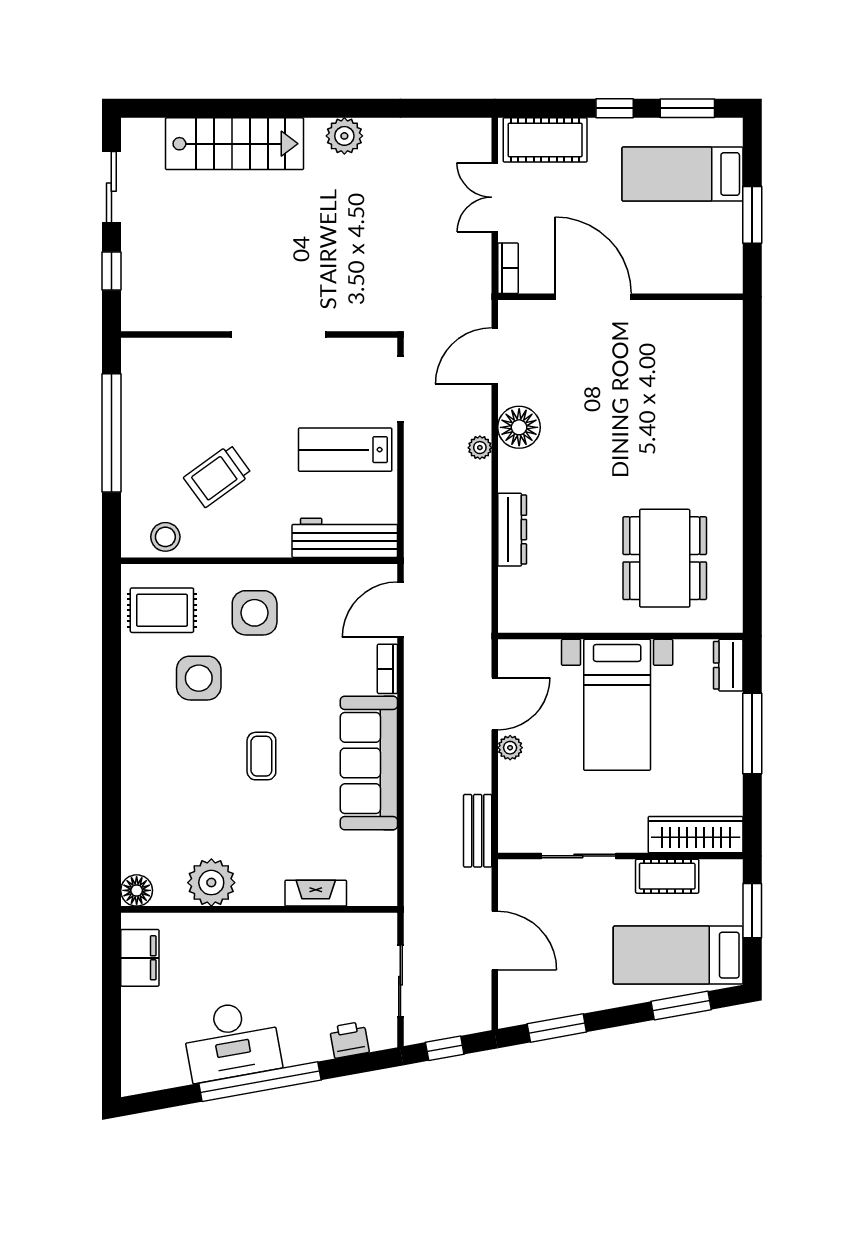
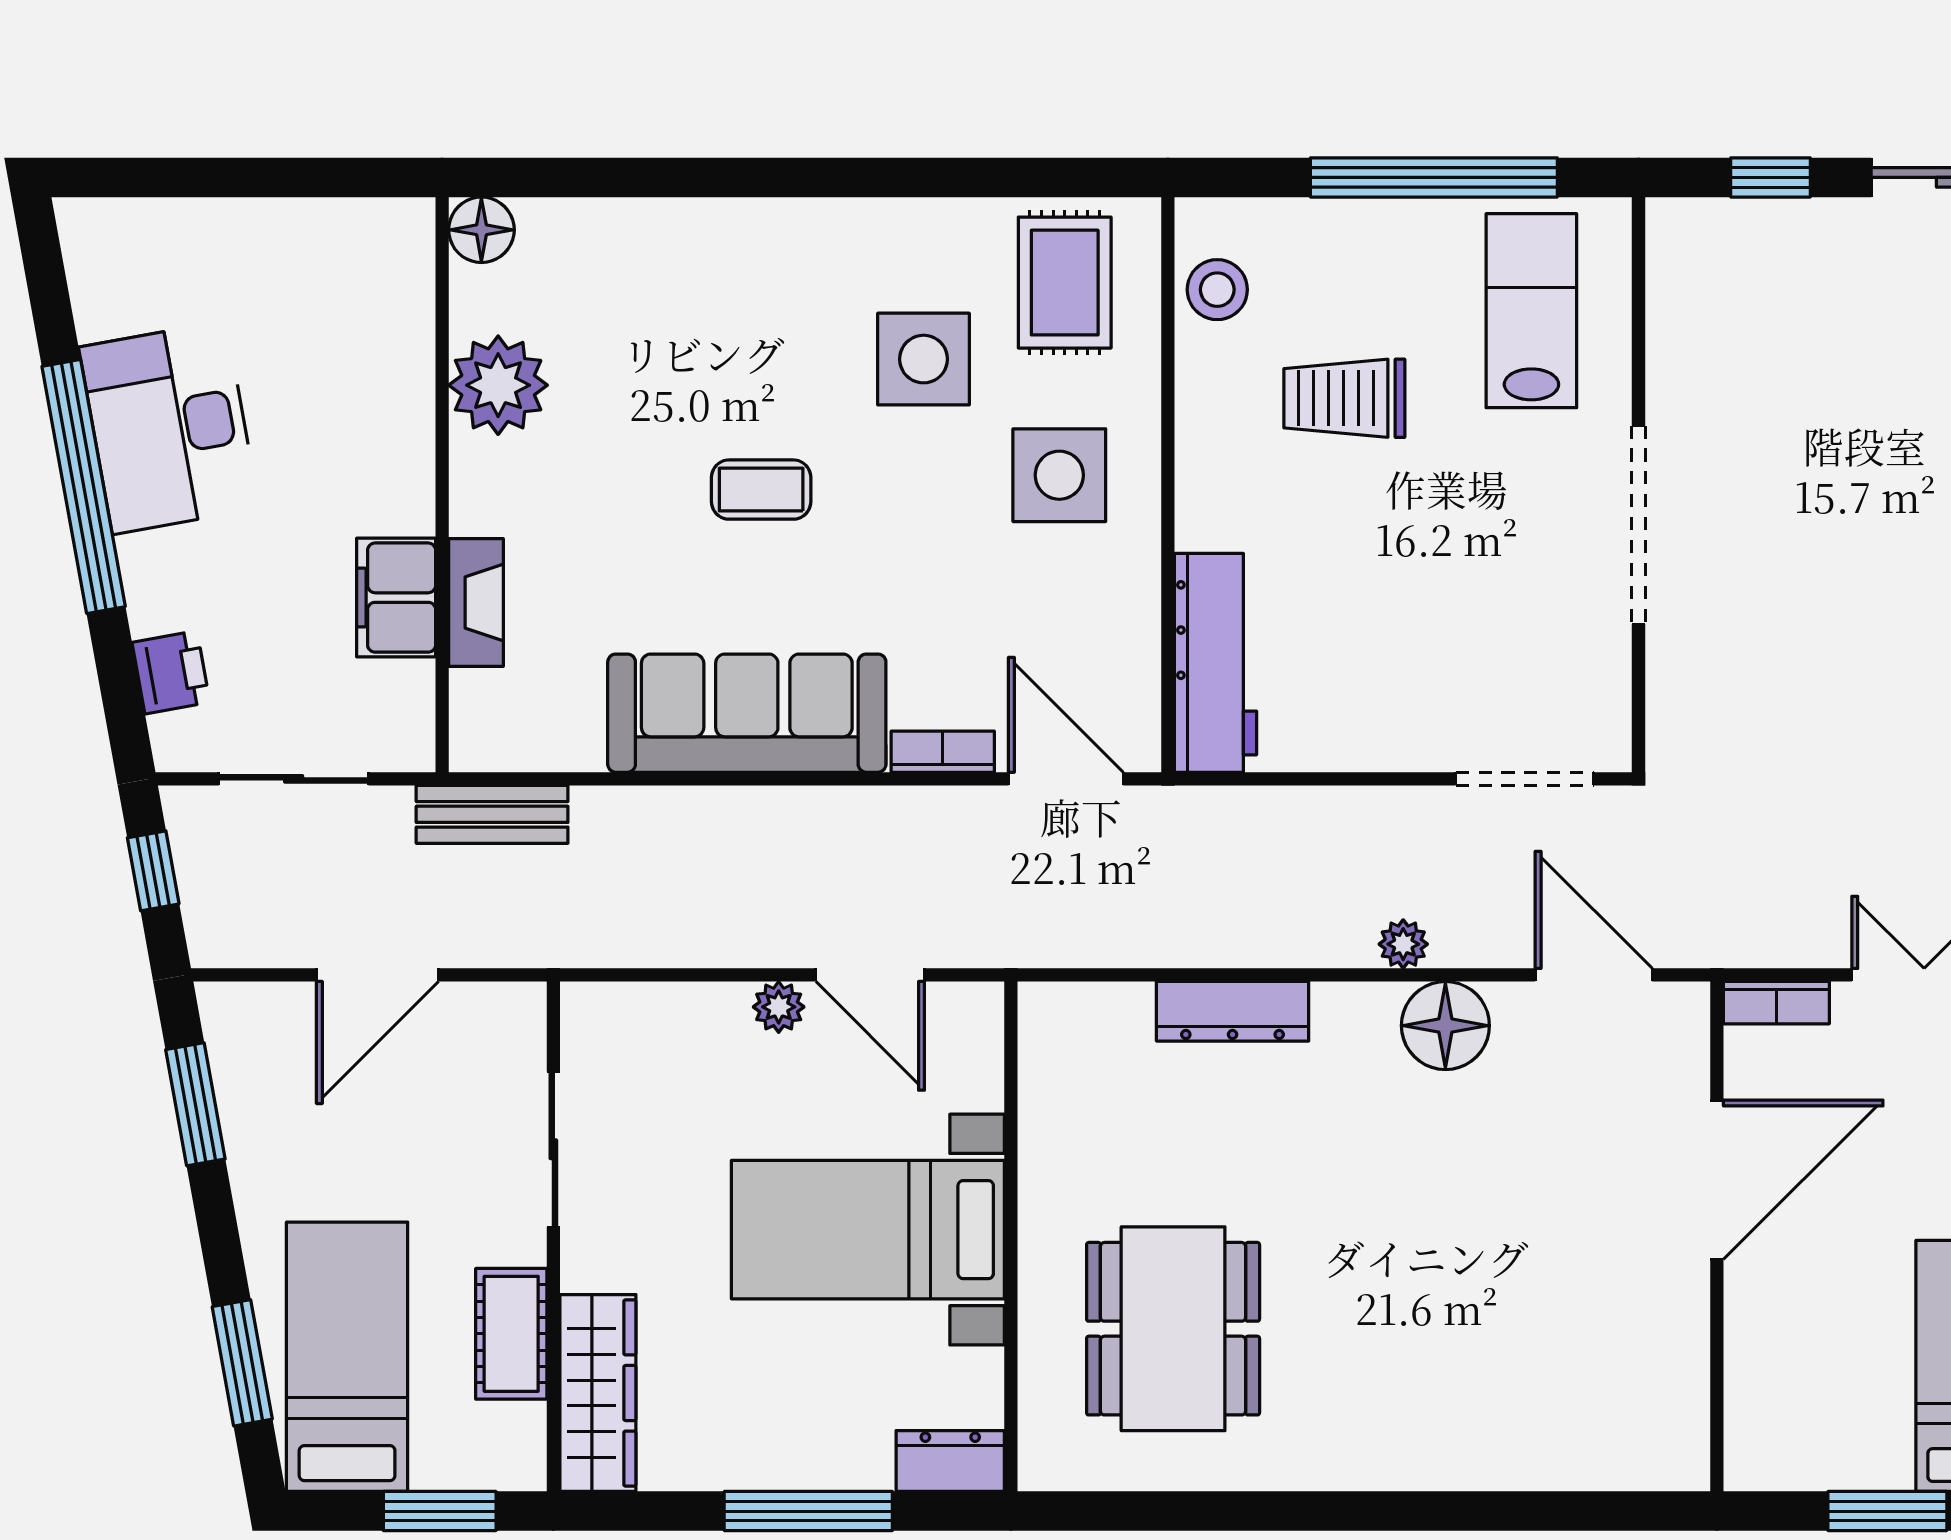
lab bench: (345, 450) -> (1531, 311), moved
trolley: (218, 476) -> (1344, 398), turned -54
dining table: (665, 558) -> (1173, 1329), turned 90
bench: (478, 831) -> (492, 814), moved
filing cabinet: (140, 958) -> (396, 598), moved, turned 90

